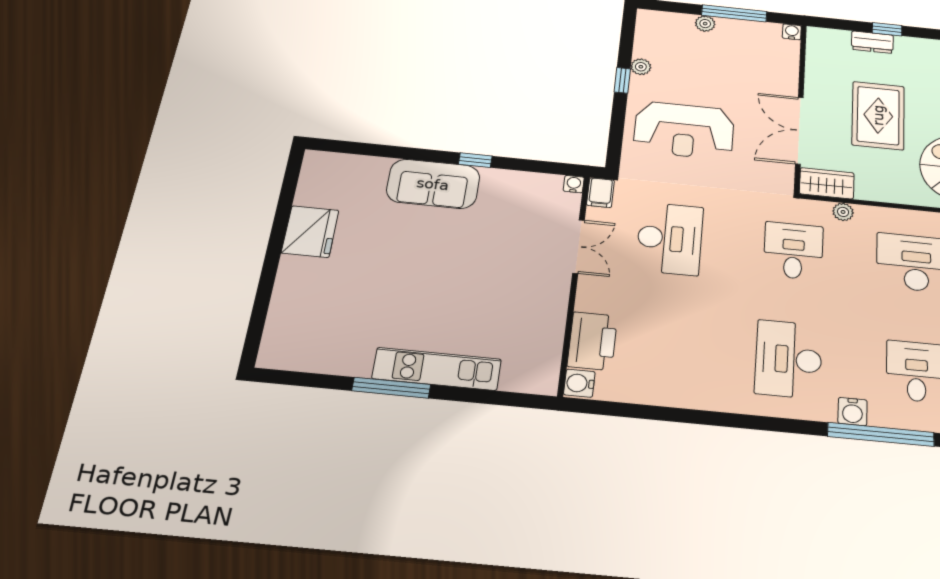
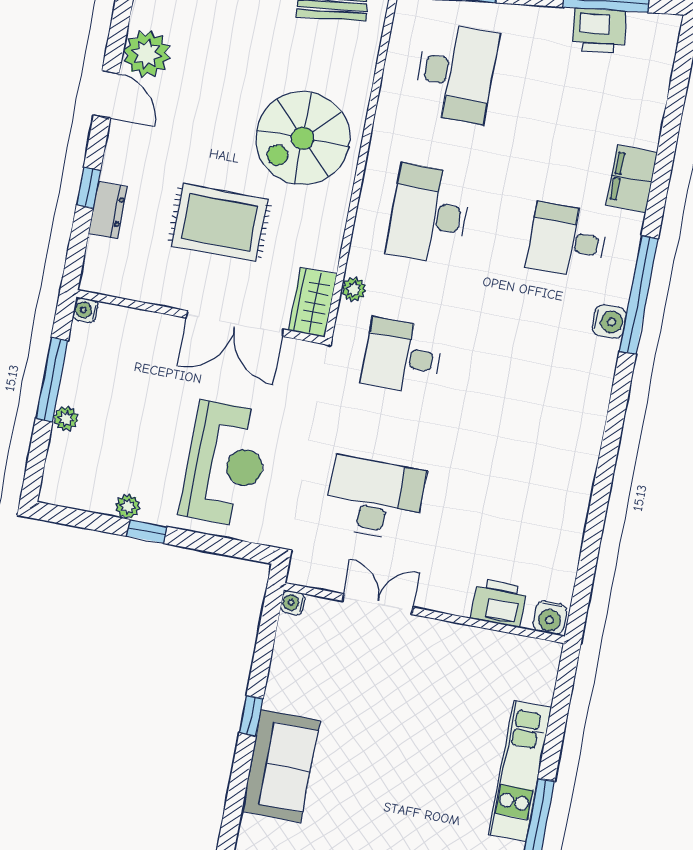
filing cabinet: (601, 193) -> (307, 572), removed
printer: (592, 341) -> (499, 603), width x0.73, depth x0.84
desk: (789, 359) -> (540, 383), removed

